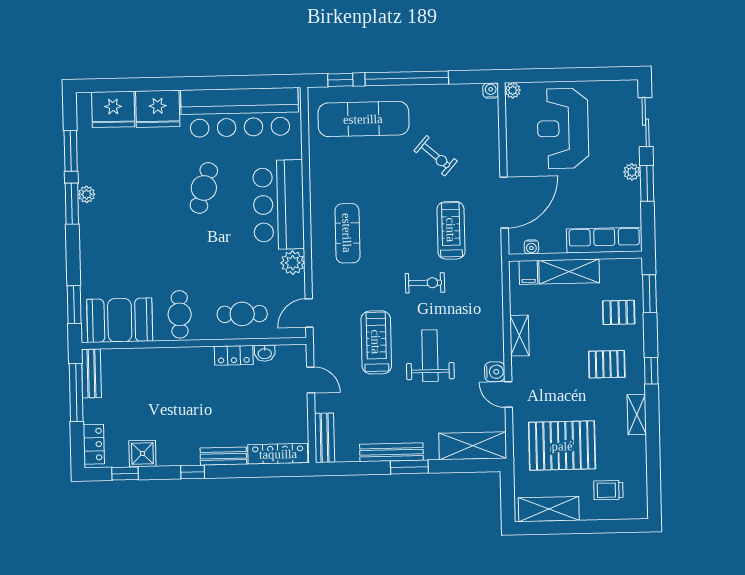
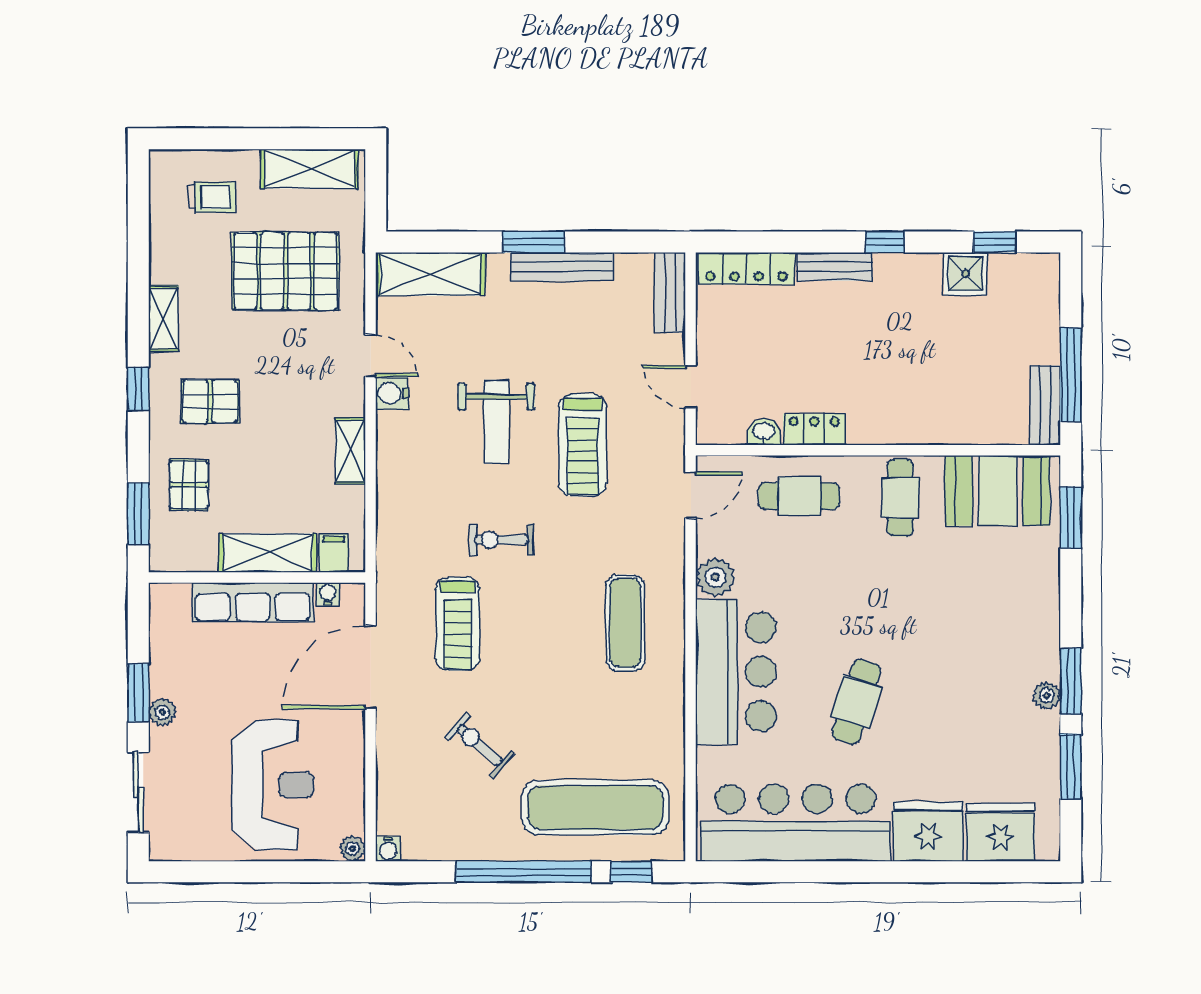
row of seats: (604, 240) -> (253, 602), moved
pallet: (619, 312) -> (189, 485), turned 90
locker: (94, 444) -> (1044, 291), removed

